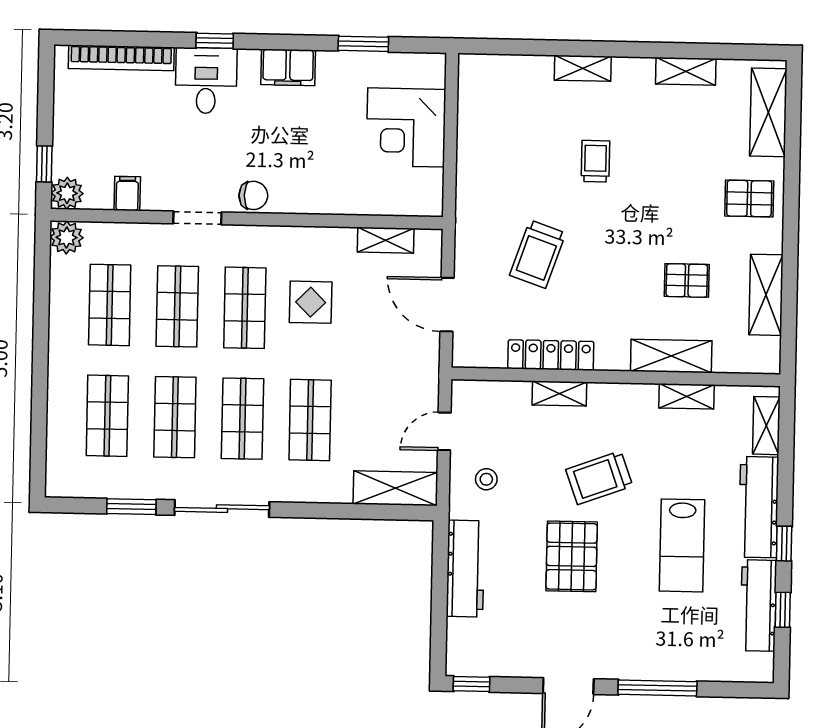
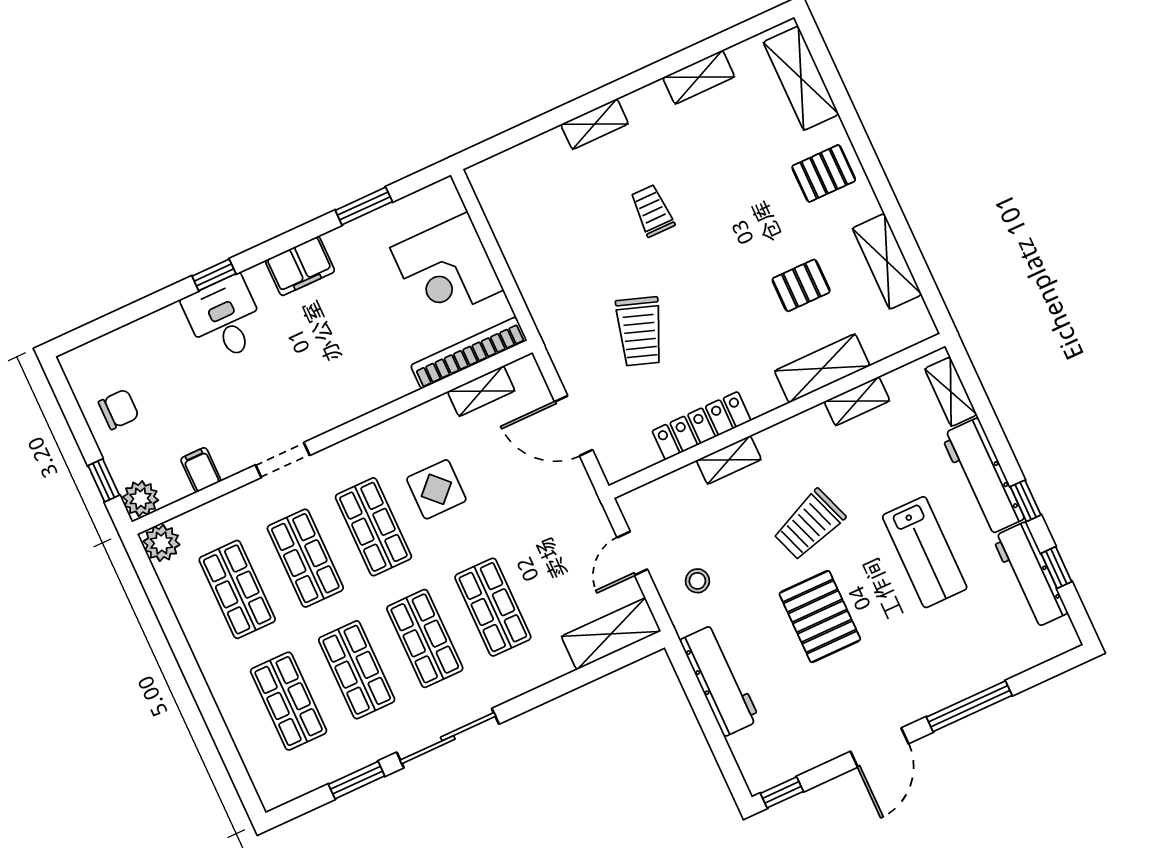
bookcase: (121, 58) -> (469, 353), moved, turned 180
chair: (253, 195) -> (119, 409), moved

